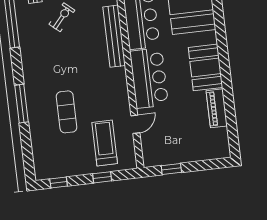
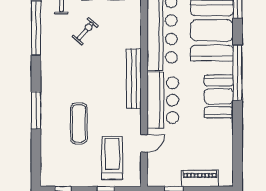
bench: (114, 36) -> (134, 79), moved
window: (222, 41) -> (238, 73), added
piano: (217, 108) -> (200, 178), moved, turned 90

